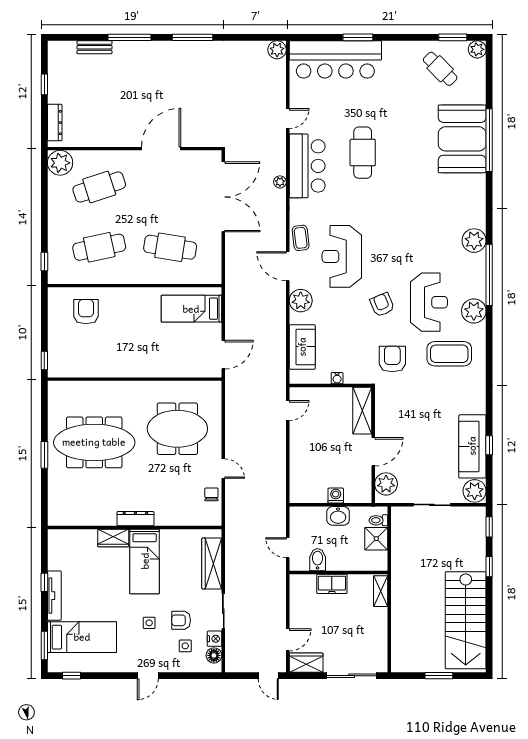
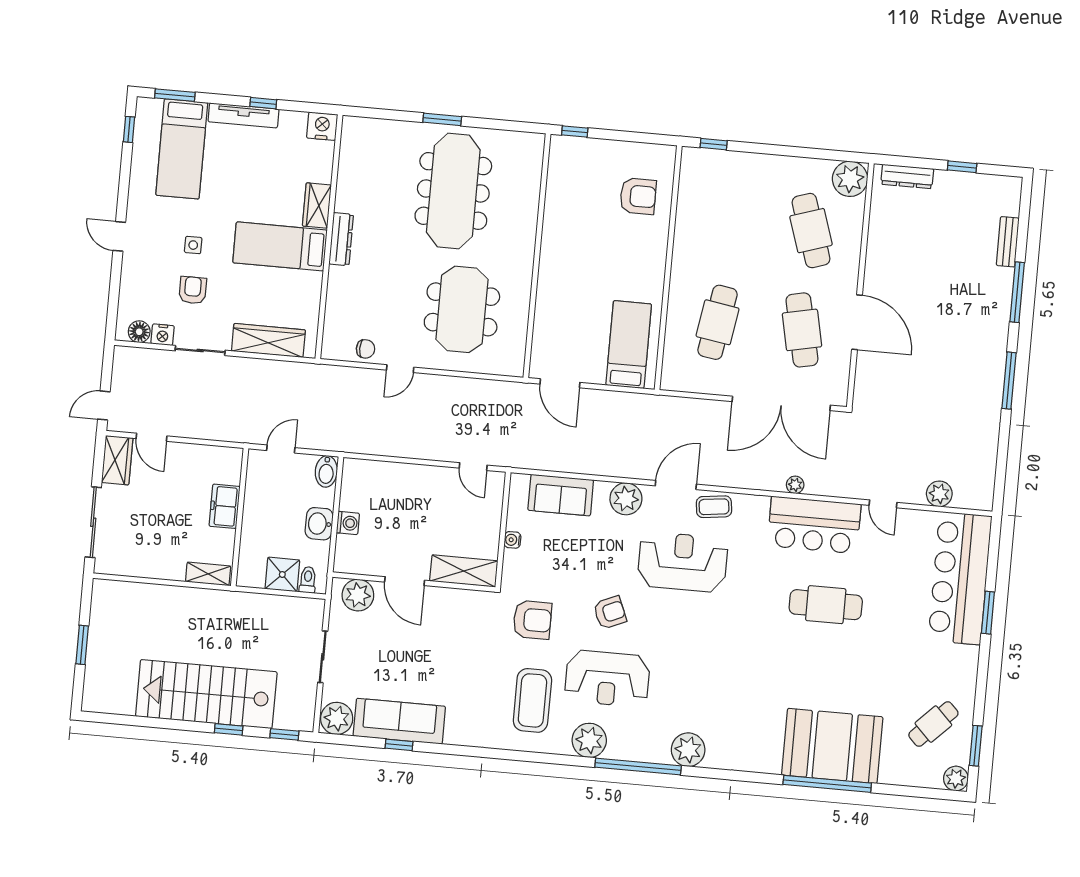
plant: (277, 50) -> (939, 494), moved
cafe table: (99, 247) -> (802, 330), moved
nightstand: (57, 539) -> (322, 126), added
bidet: (318, 560) -> (326, 471), moved, turned 90
stairs: (466, 620) -> (206, 694), moved
side table: (185, 646) -> (156, 293), removed

